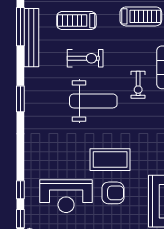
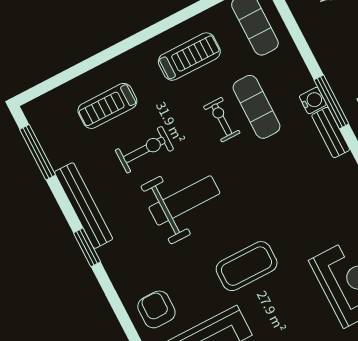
bench: (31, 38) -> (84, 206), moved
exercise bike: (138, 85) -> (222, 120), moved, turned 180
armchair: (113, 193) -> (156, 309), moved, turned -90

